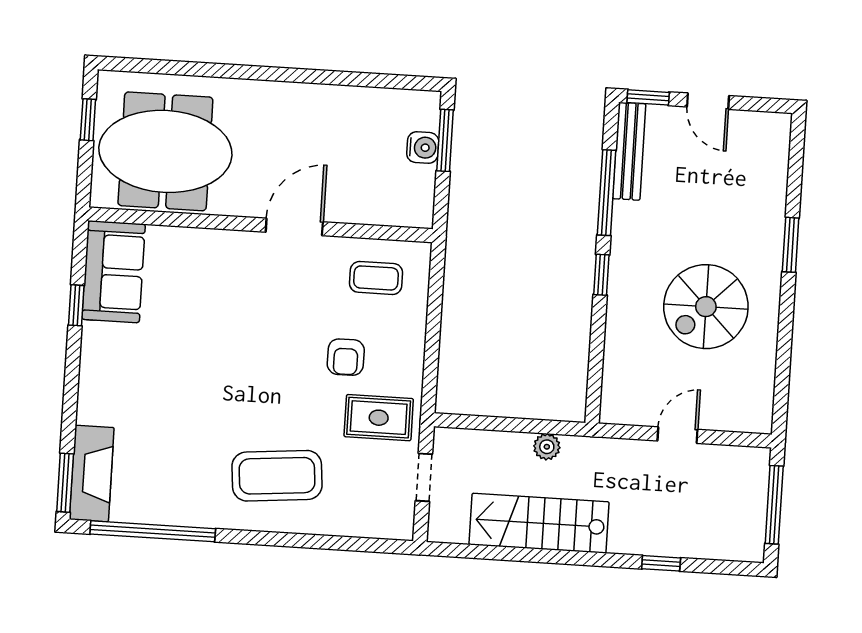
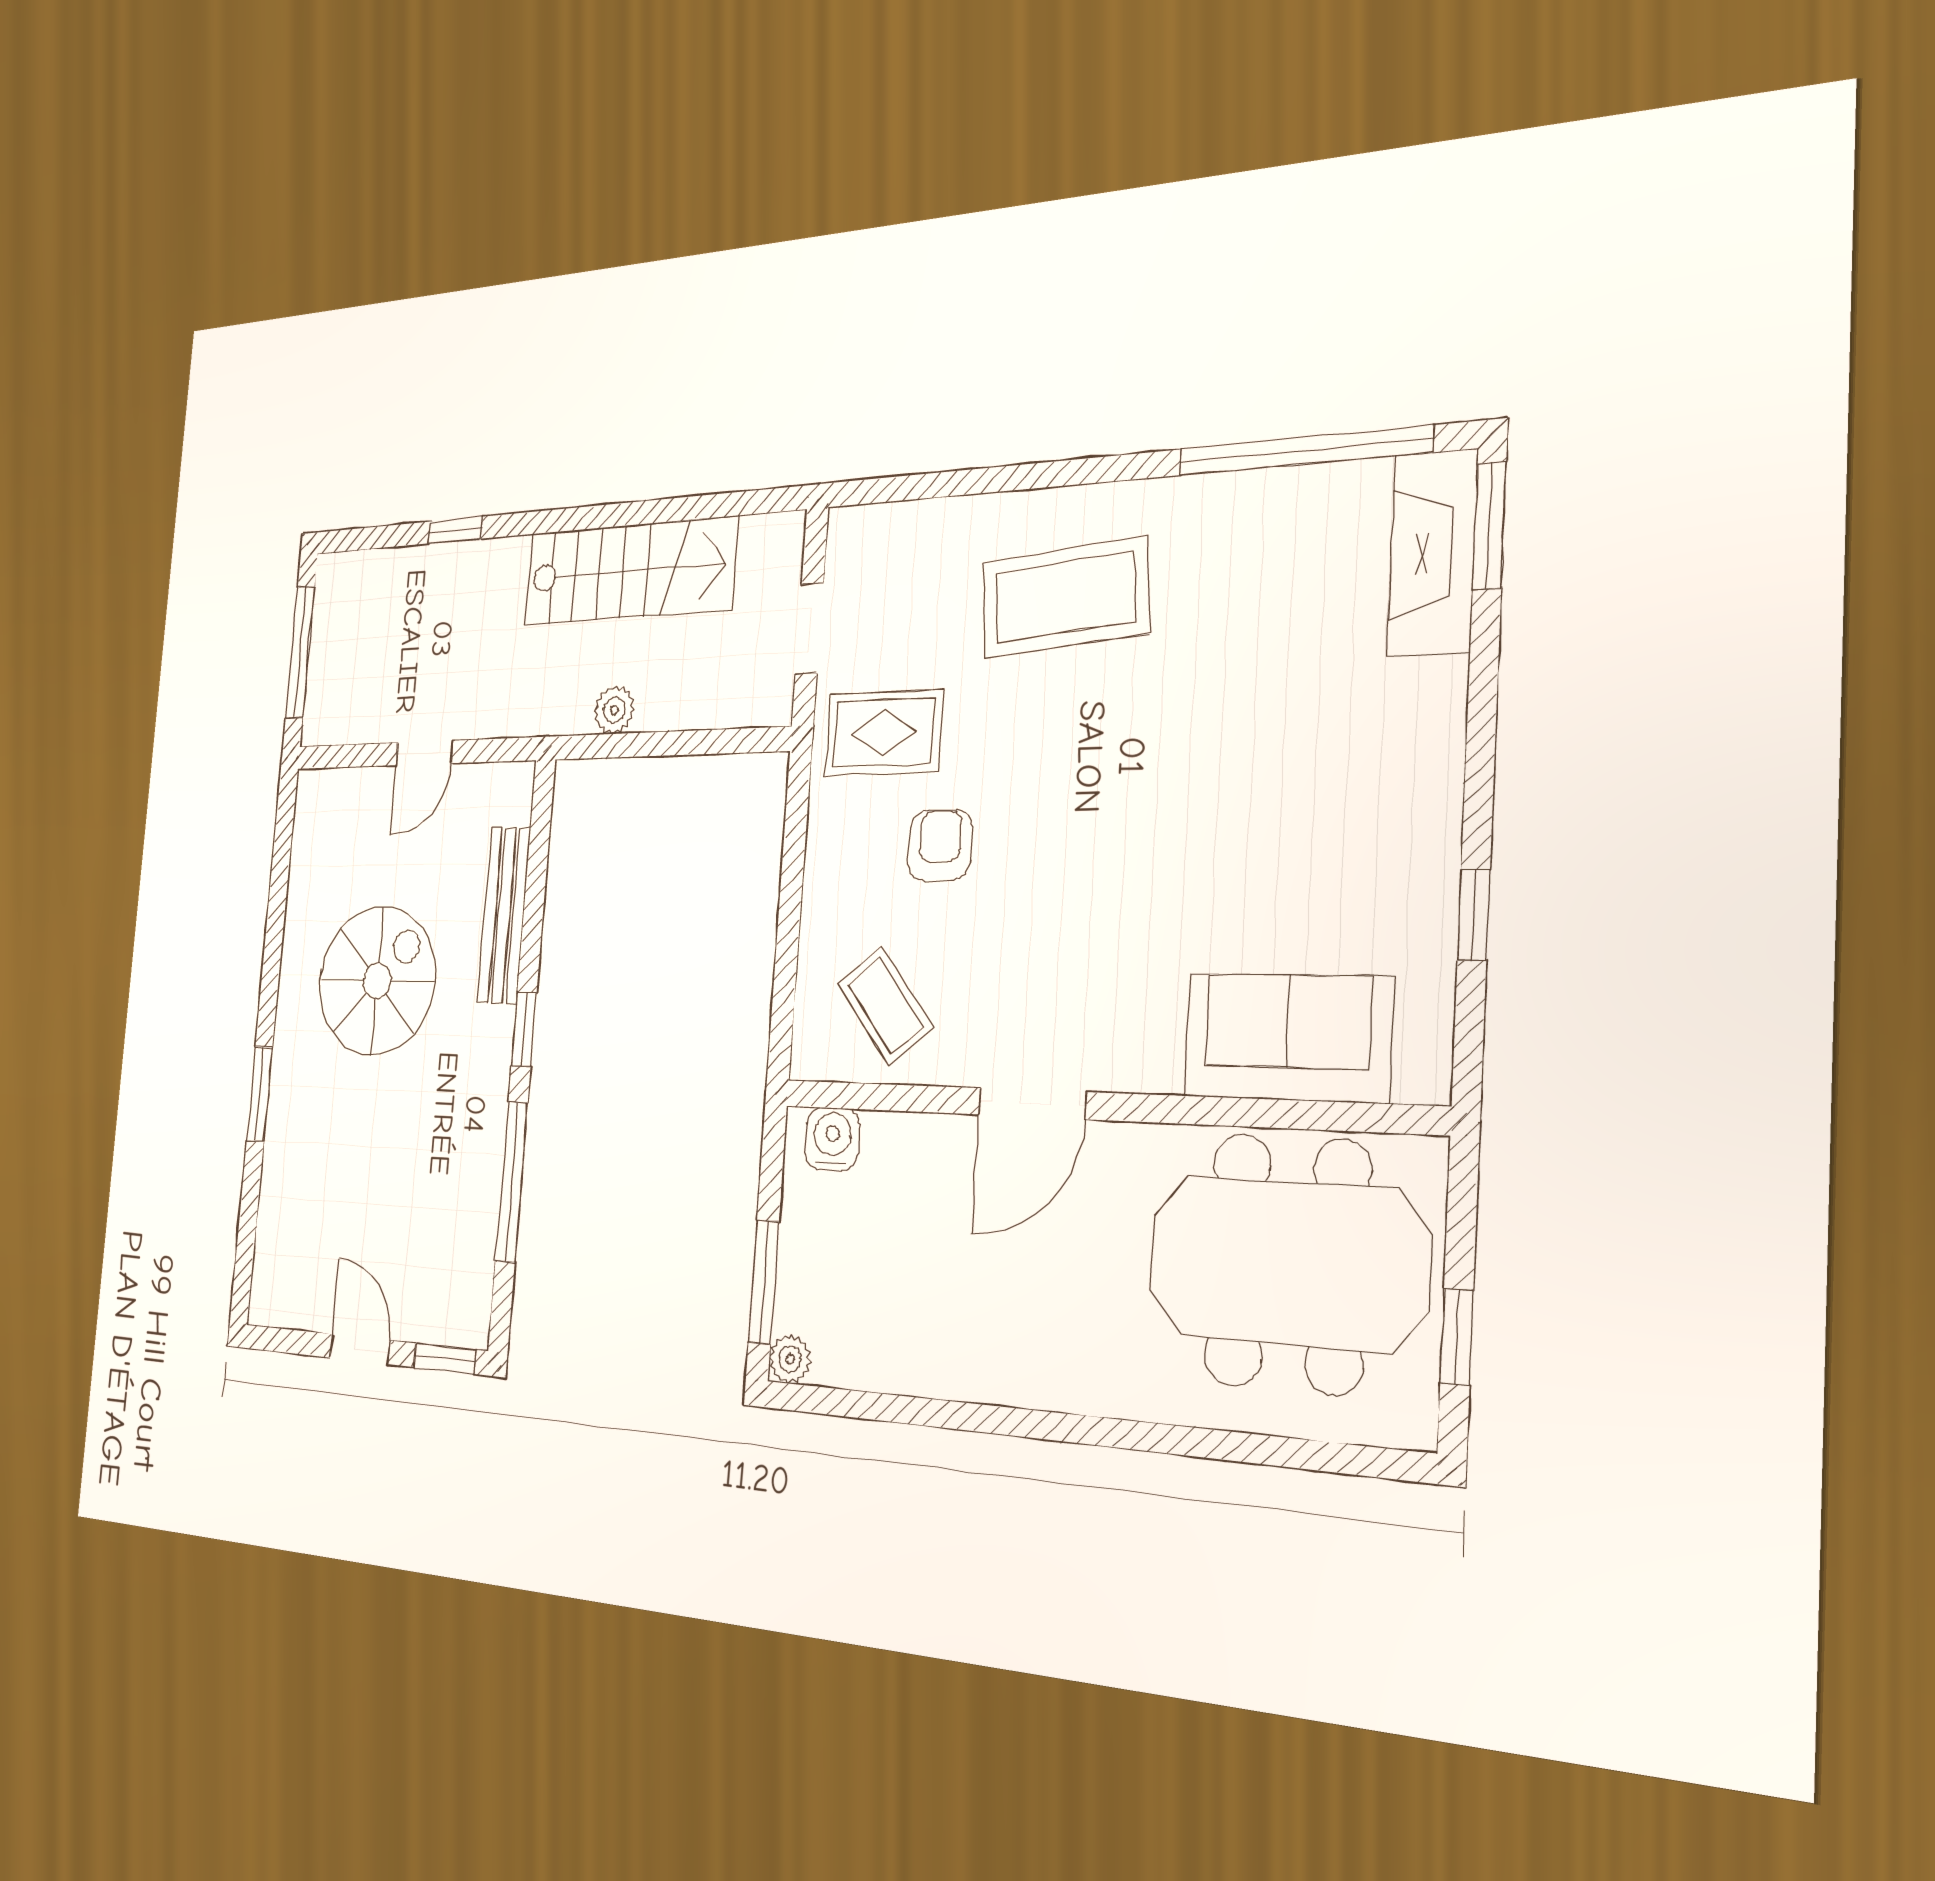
plant: (429, 102) -> (790, 1359), added
water cooler: (423, 148) -> (832, 1139), moved, turned 90
bench: (629, 151) -> (504, 915), moved
sofa: (114, 272) -> (1287, 1037), moved, turned 90
coffee table: (376, 278) -> (885, 1006), turned 51

